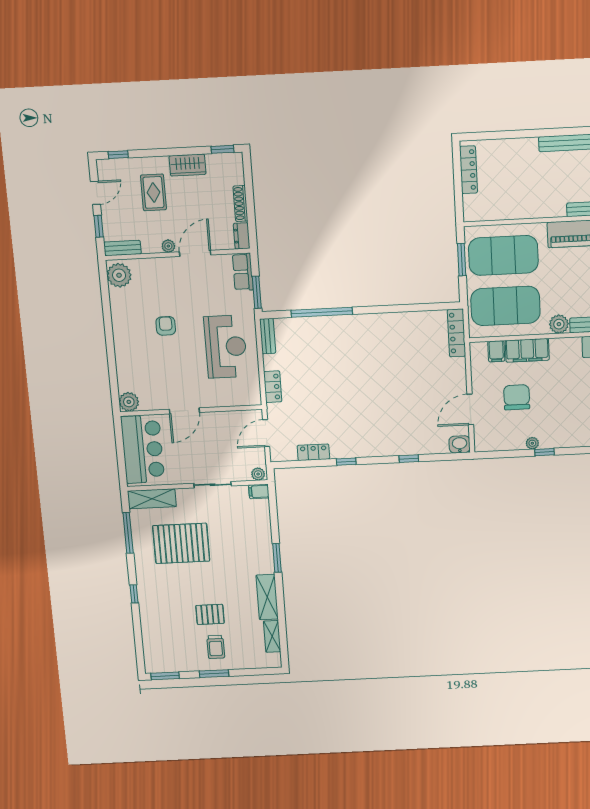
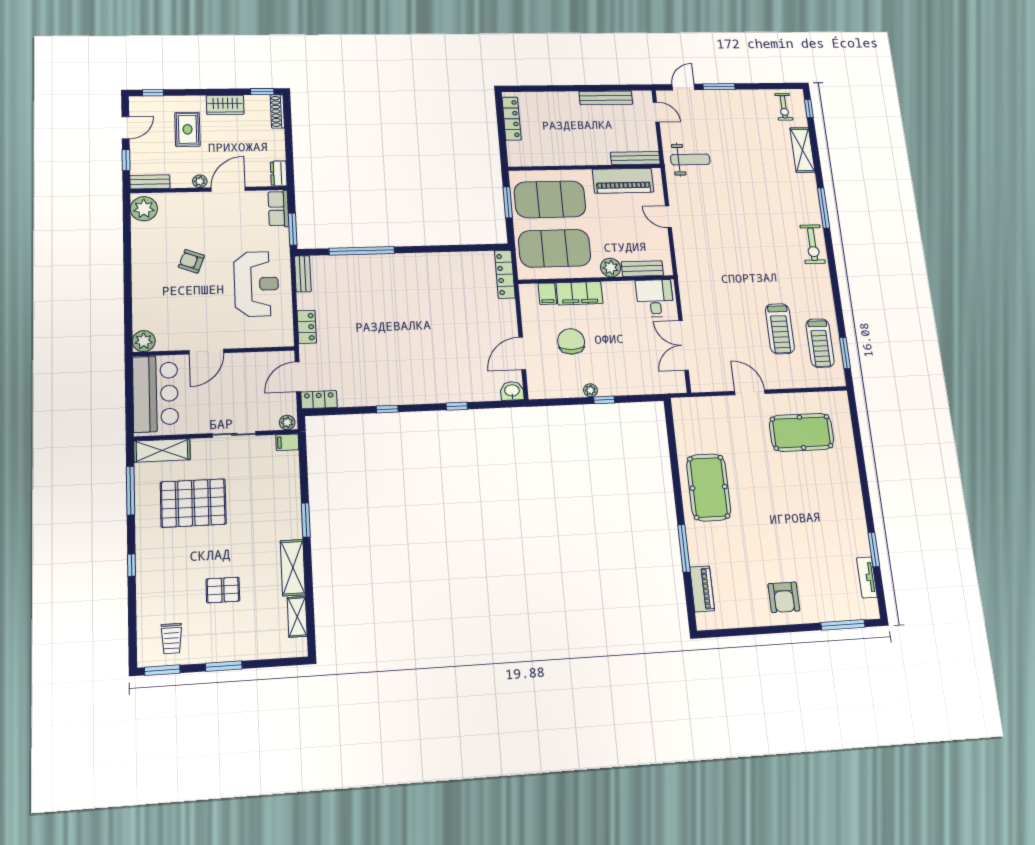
shoe rack: (240, 204) -> (277, 111), moved
armchair: (166, 326) -> (191, 261), turned -69
locker: (313, 452) -> (319, 400), moved
trolley: (216, 647) -> (172, 639), moved

